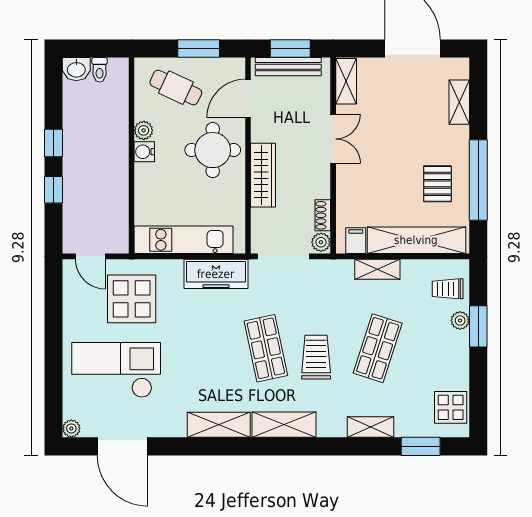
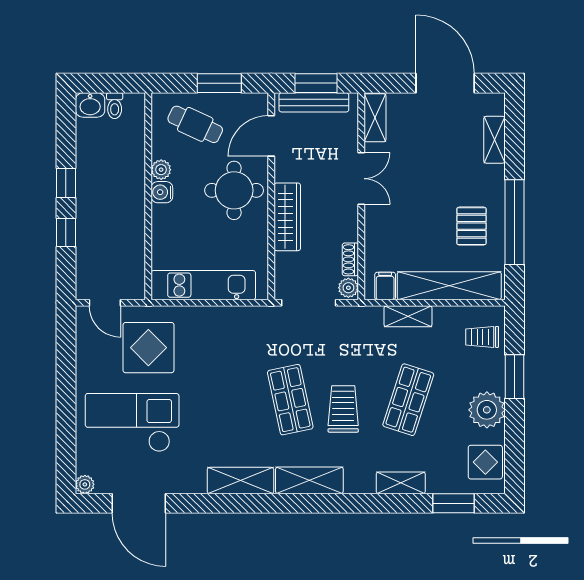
freezer: (216, 274) -> (238, 321), removed
plant: (460, 320) -> (487, 410), moved, width x1.88, depth x1.88

